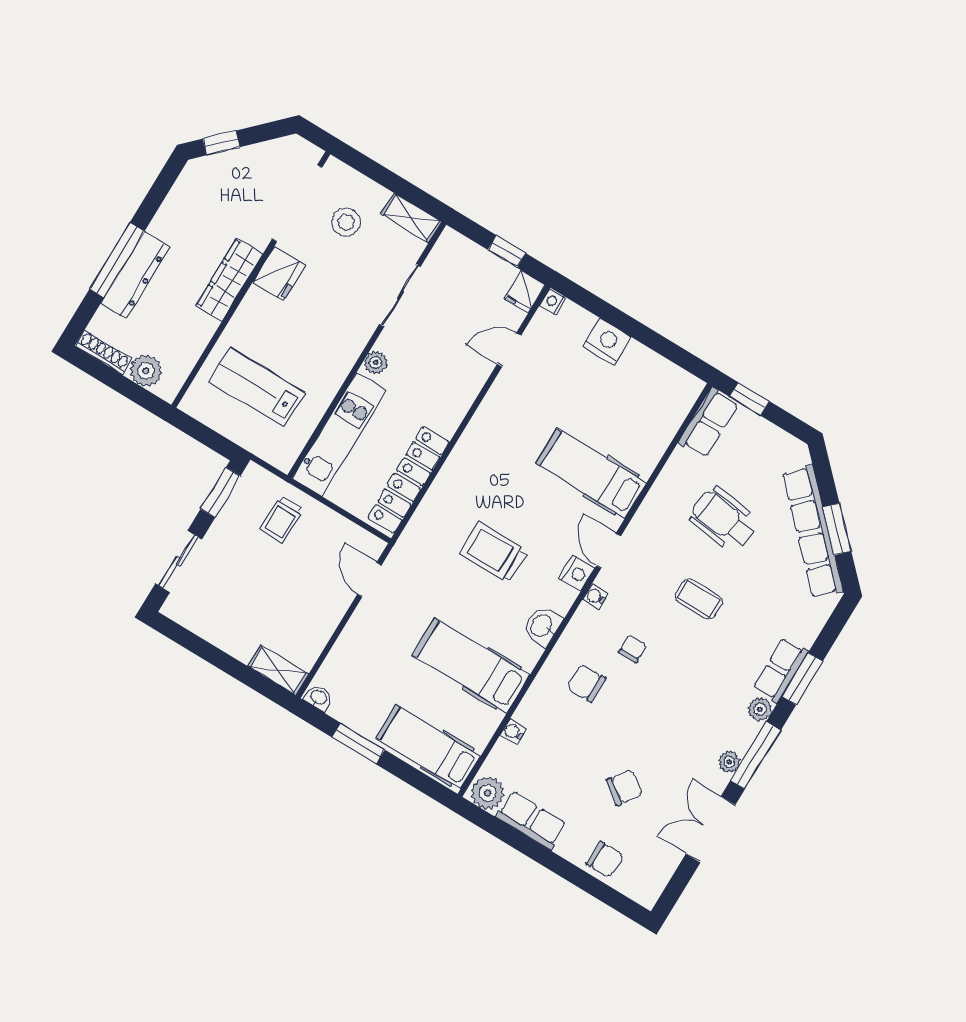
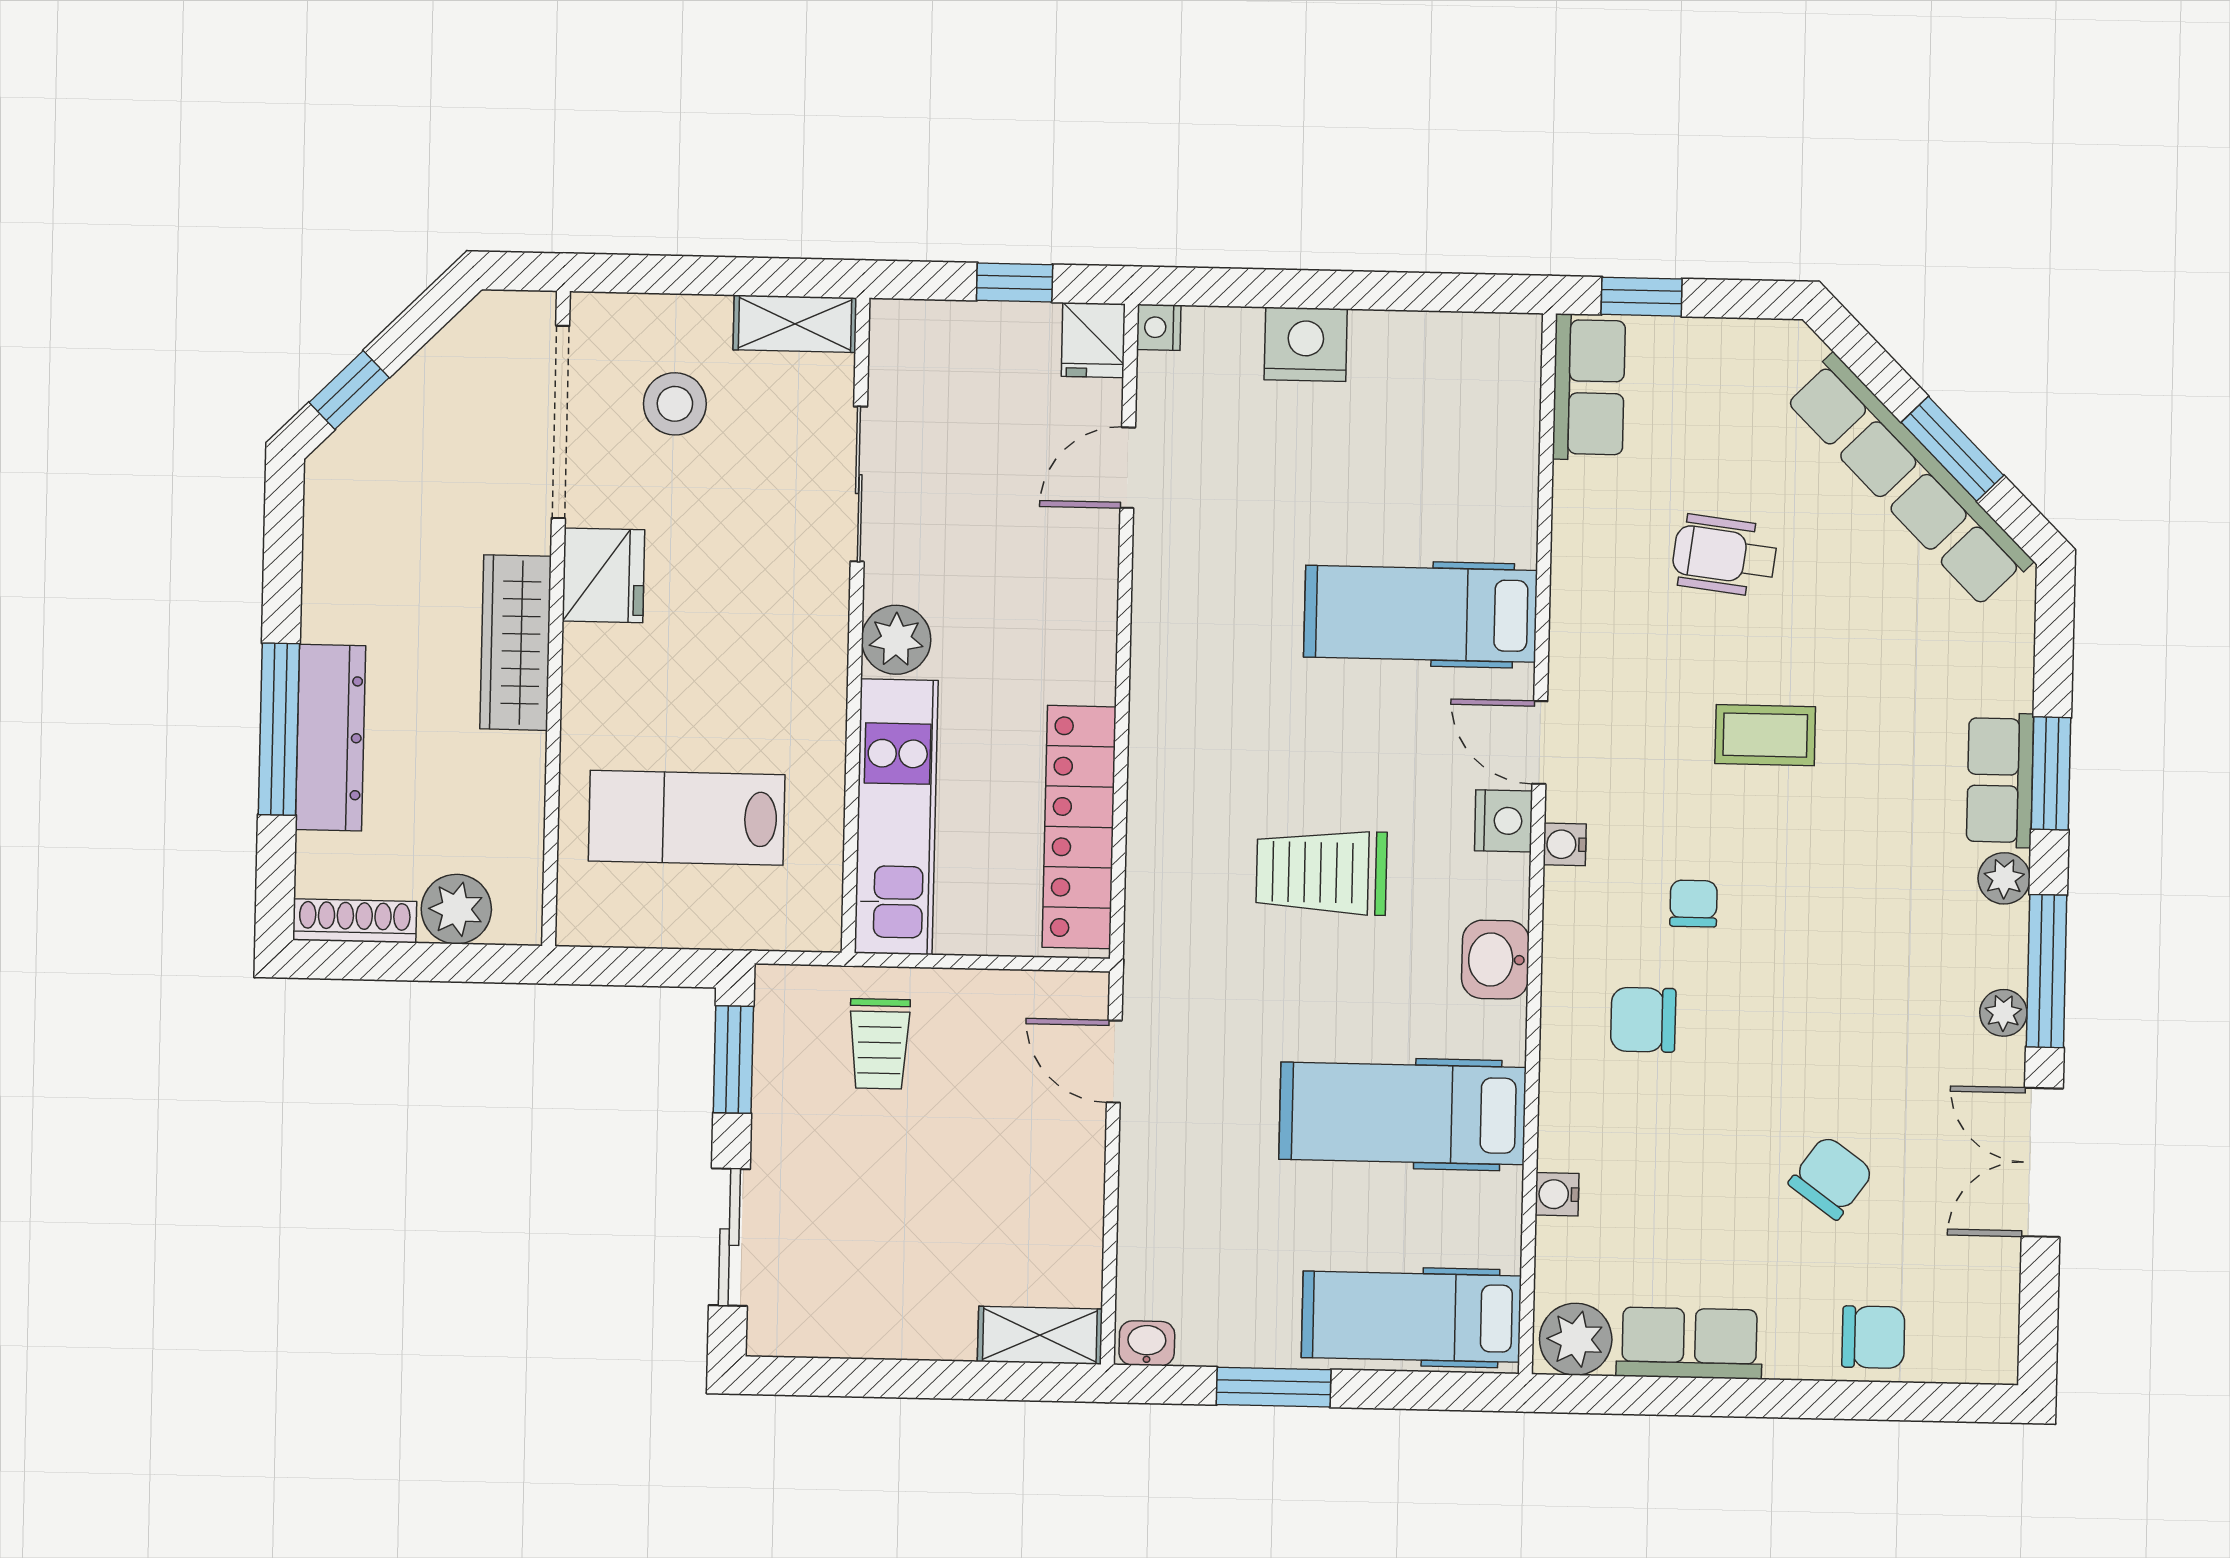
plant: (376, 363) -> (896, 640), width x1.38, depth x1.38
wheelchair: (723, 519) -> (1724, 556), width x0.73, depth x0.73

